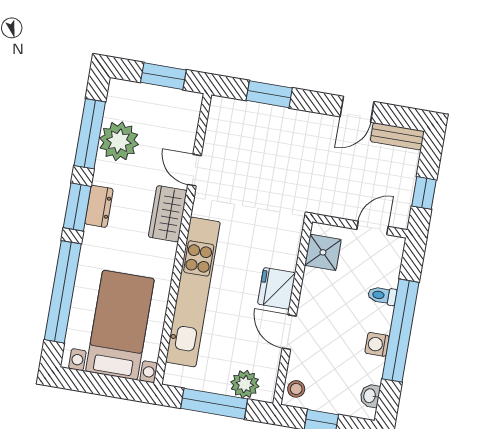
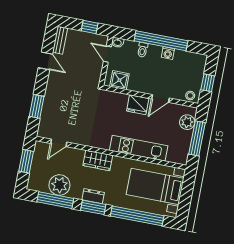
door: (195, 170) -> (59, 143), moved
kitchen unit: (193, 292) -> (139, 148), width x0.73
washbasin: (370, 396) -> (117, 42), moved

